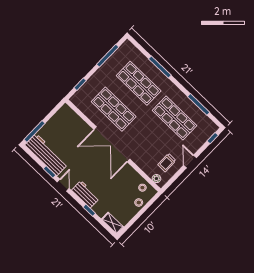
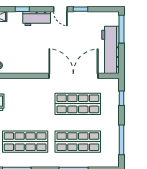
double door: (112, 144) -> (73, 76), moved
workbench: (46, 154) -> (111, 50), moved, turned 90

